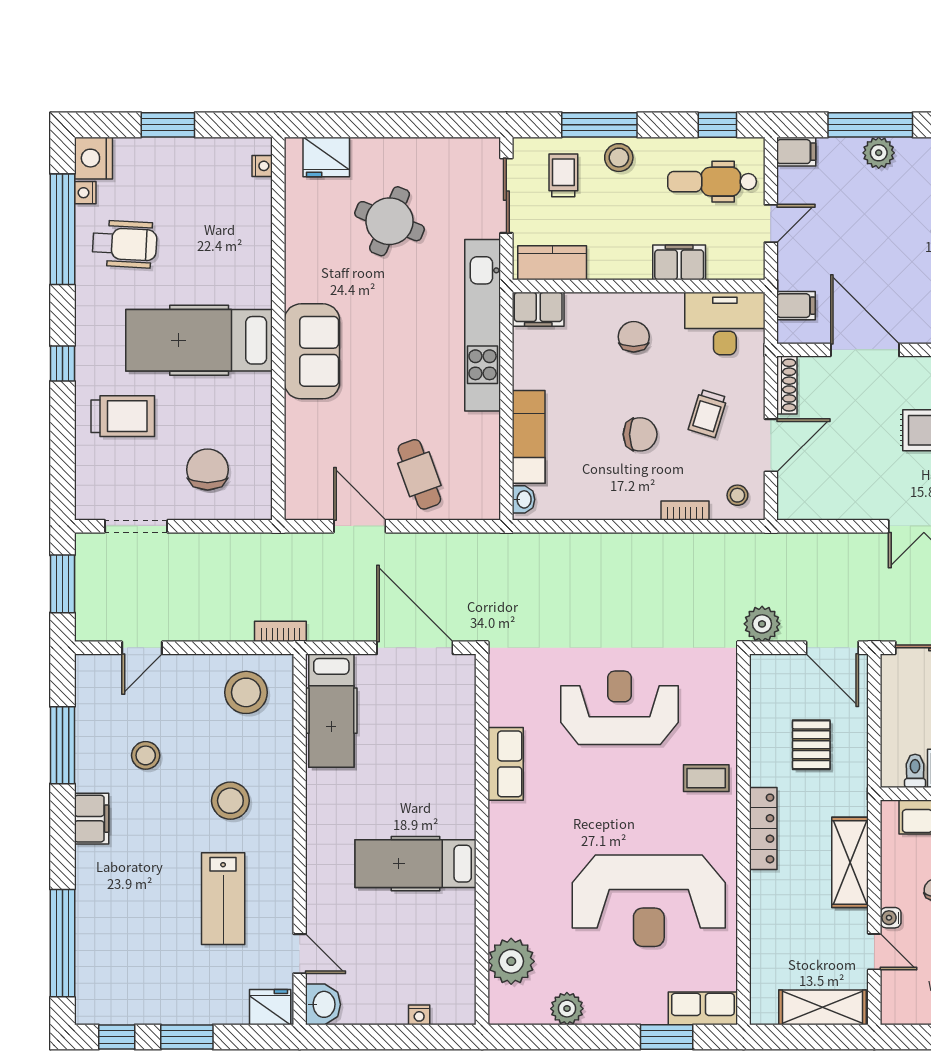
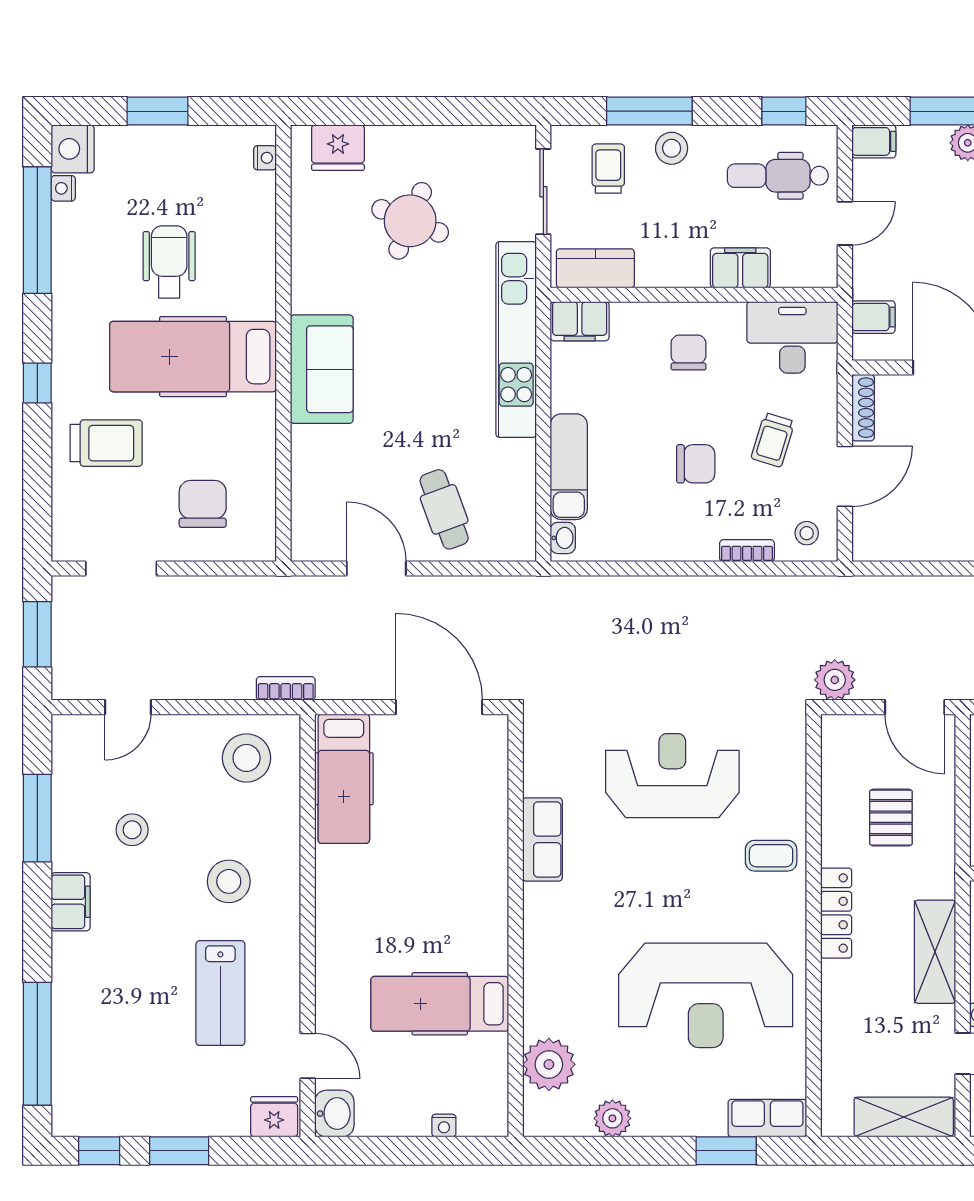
wheelchair: (125, 244) -> (169, 262), moved, turned -93
hospital bed: (416, 864) -> (440, 1004), moved

